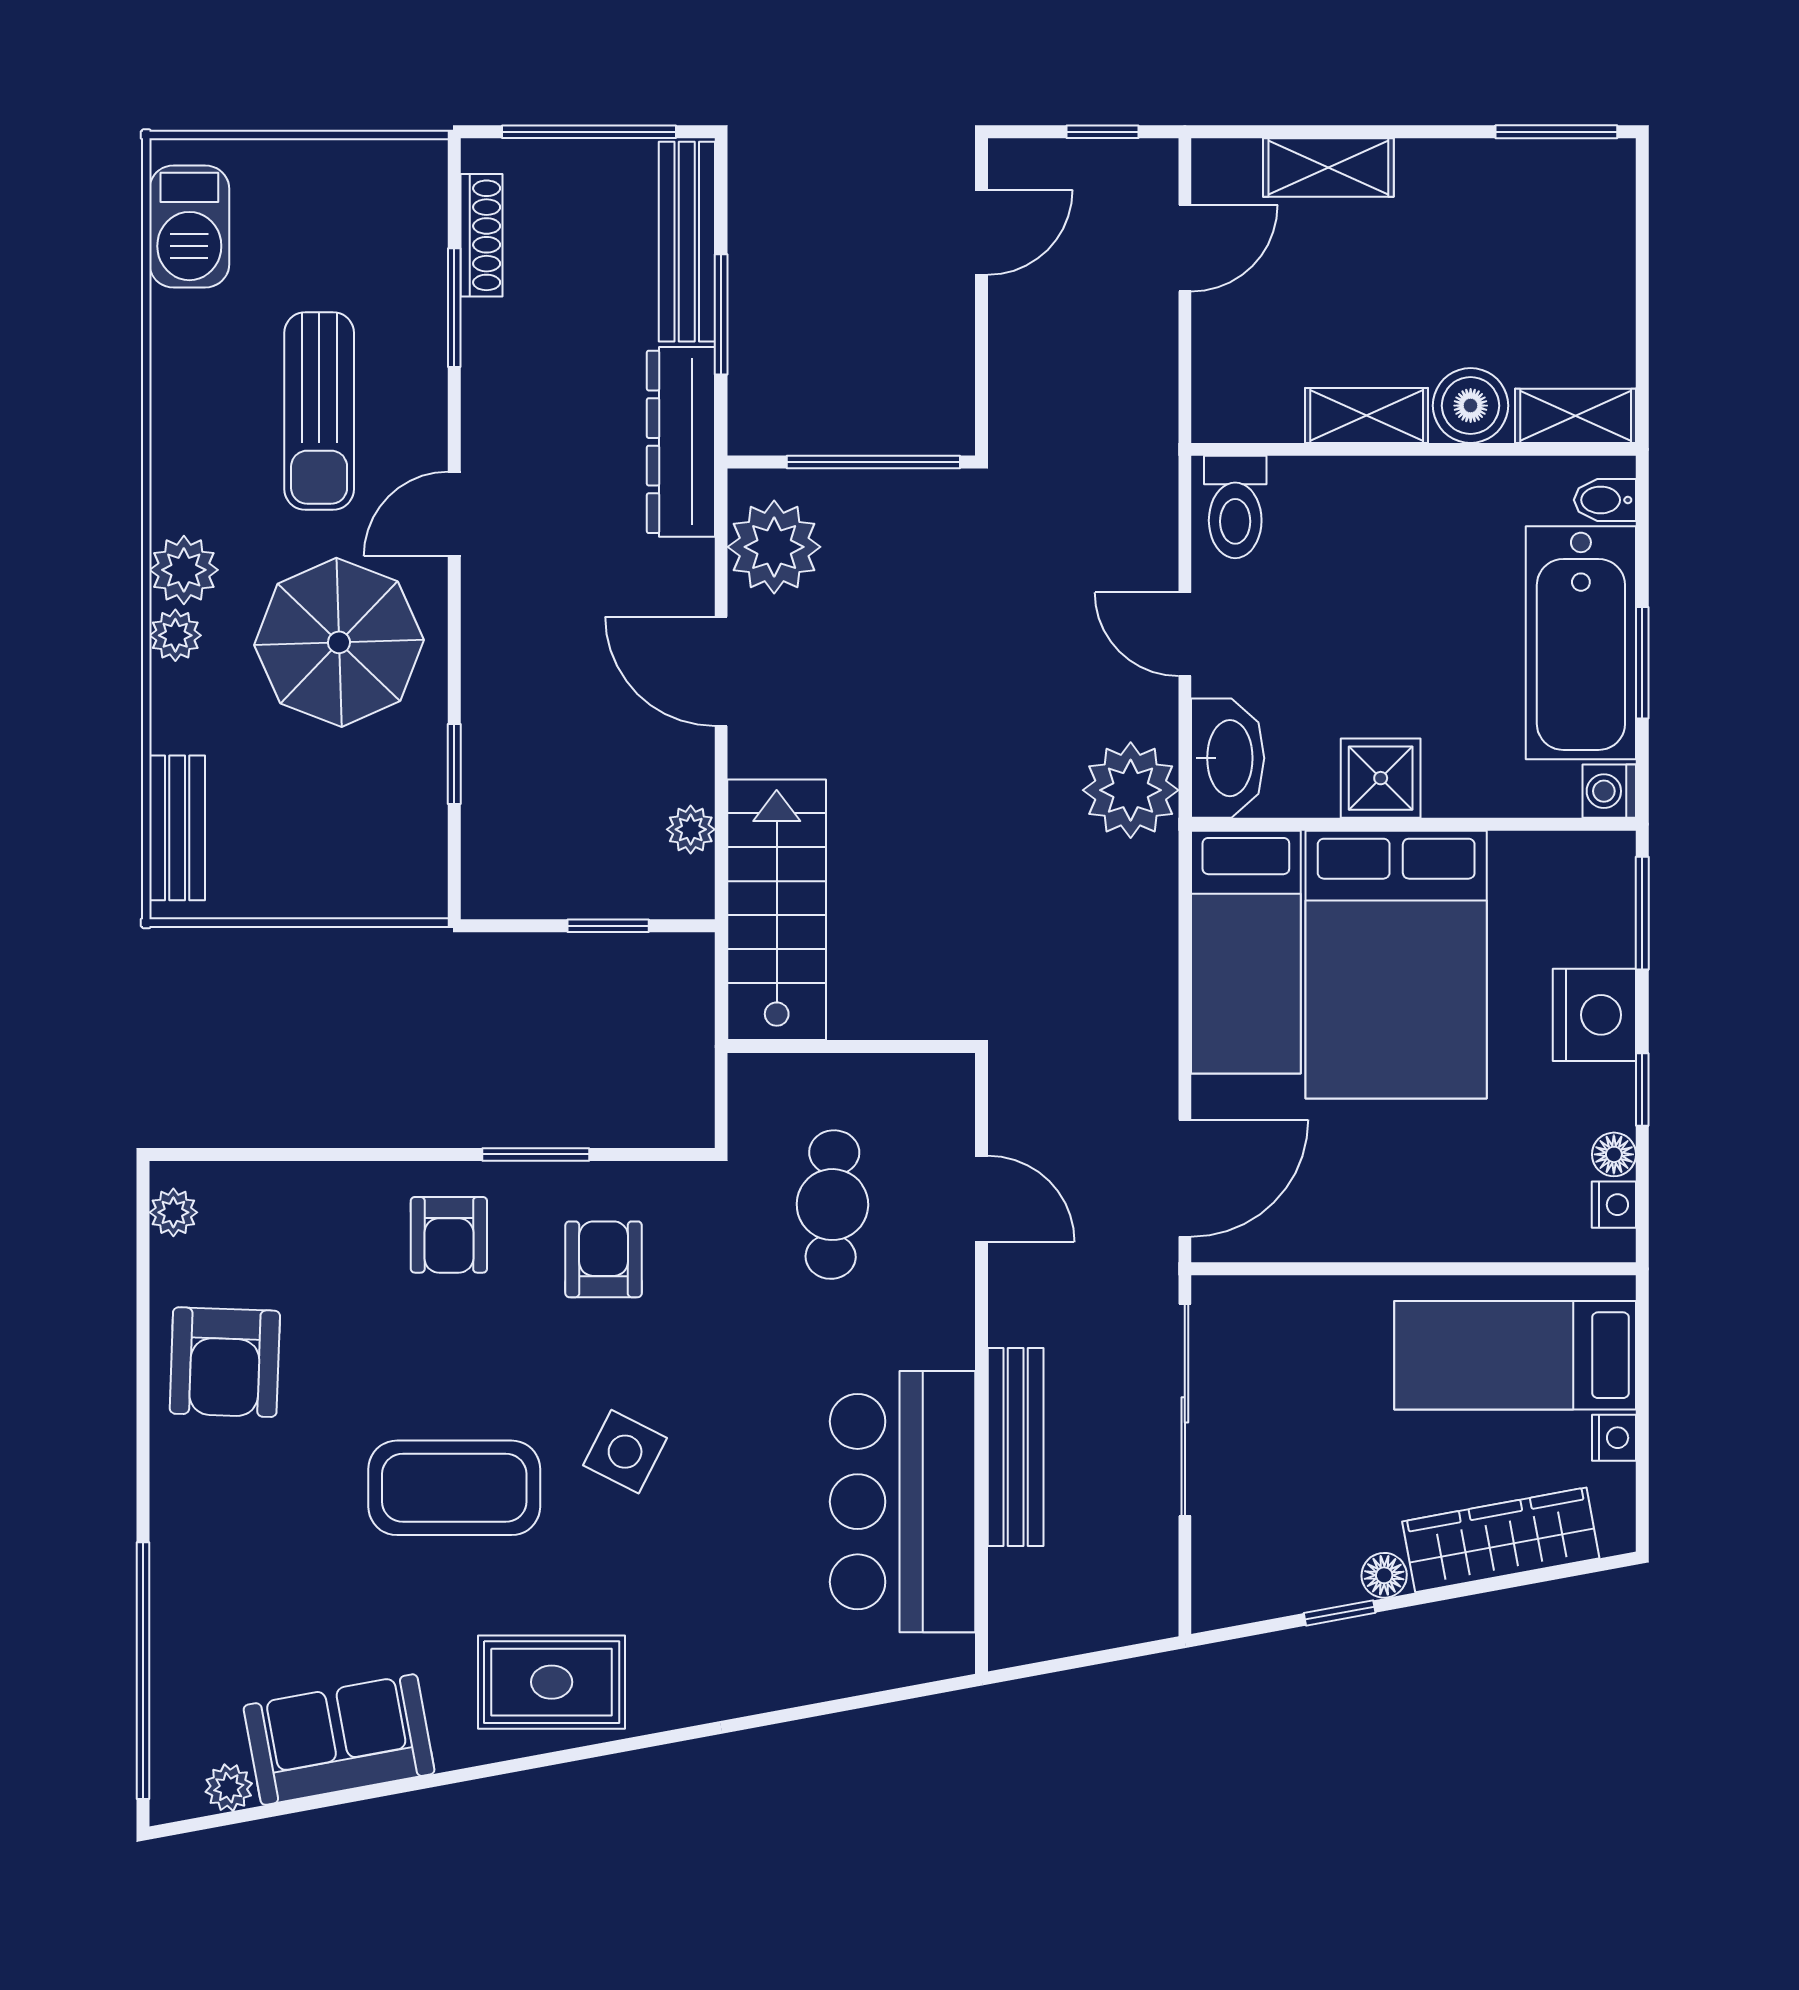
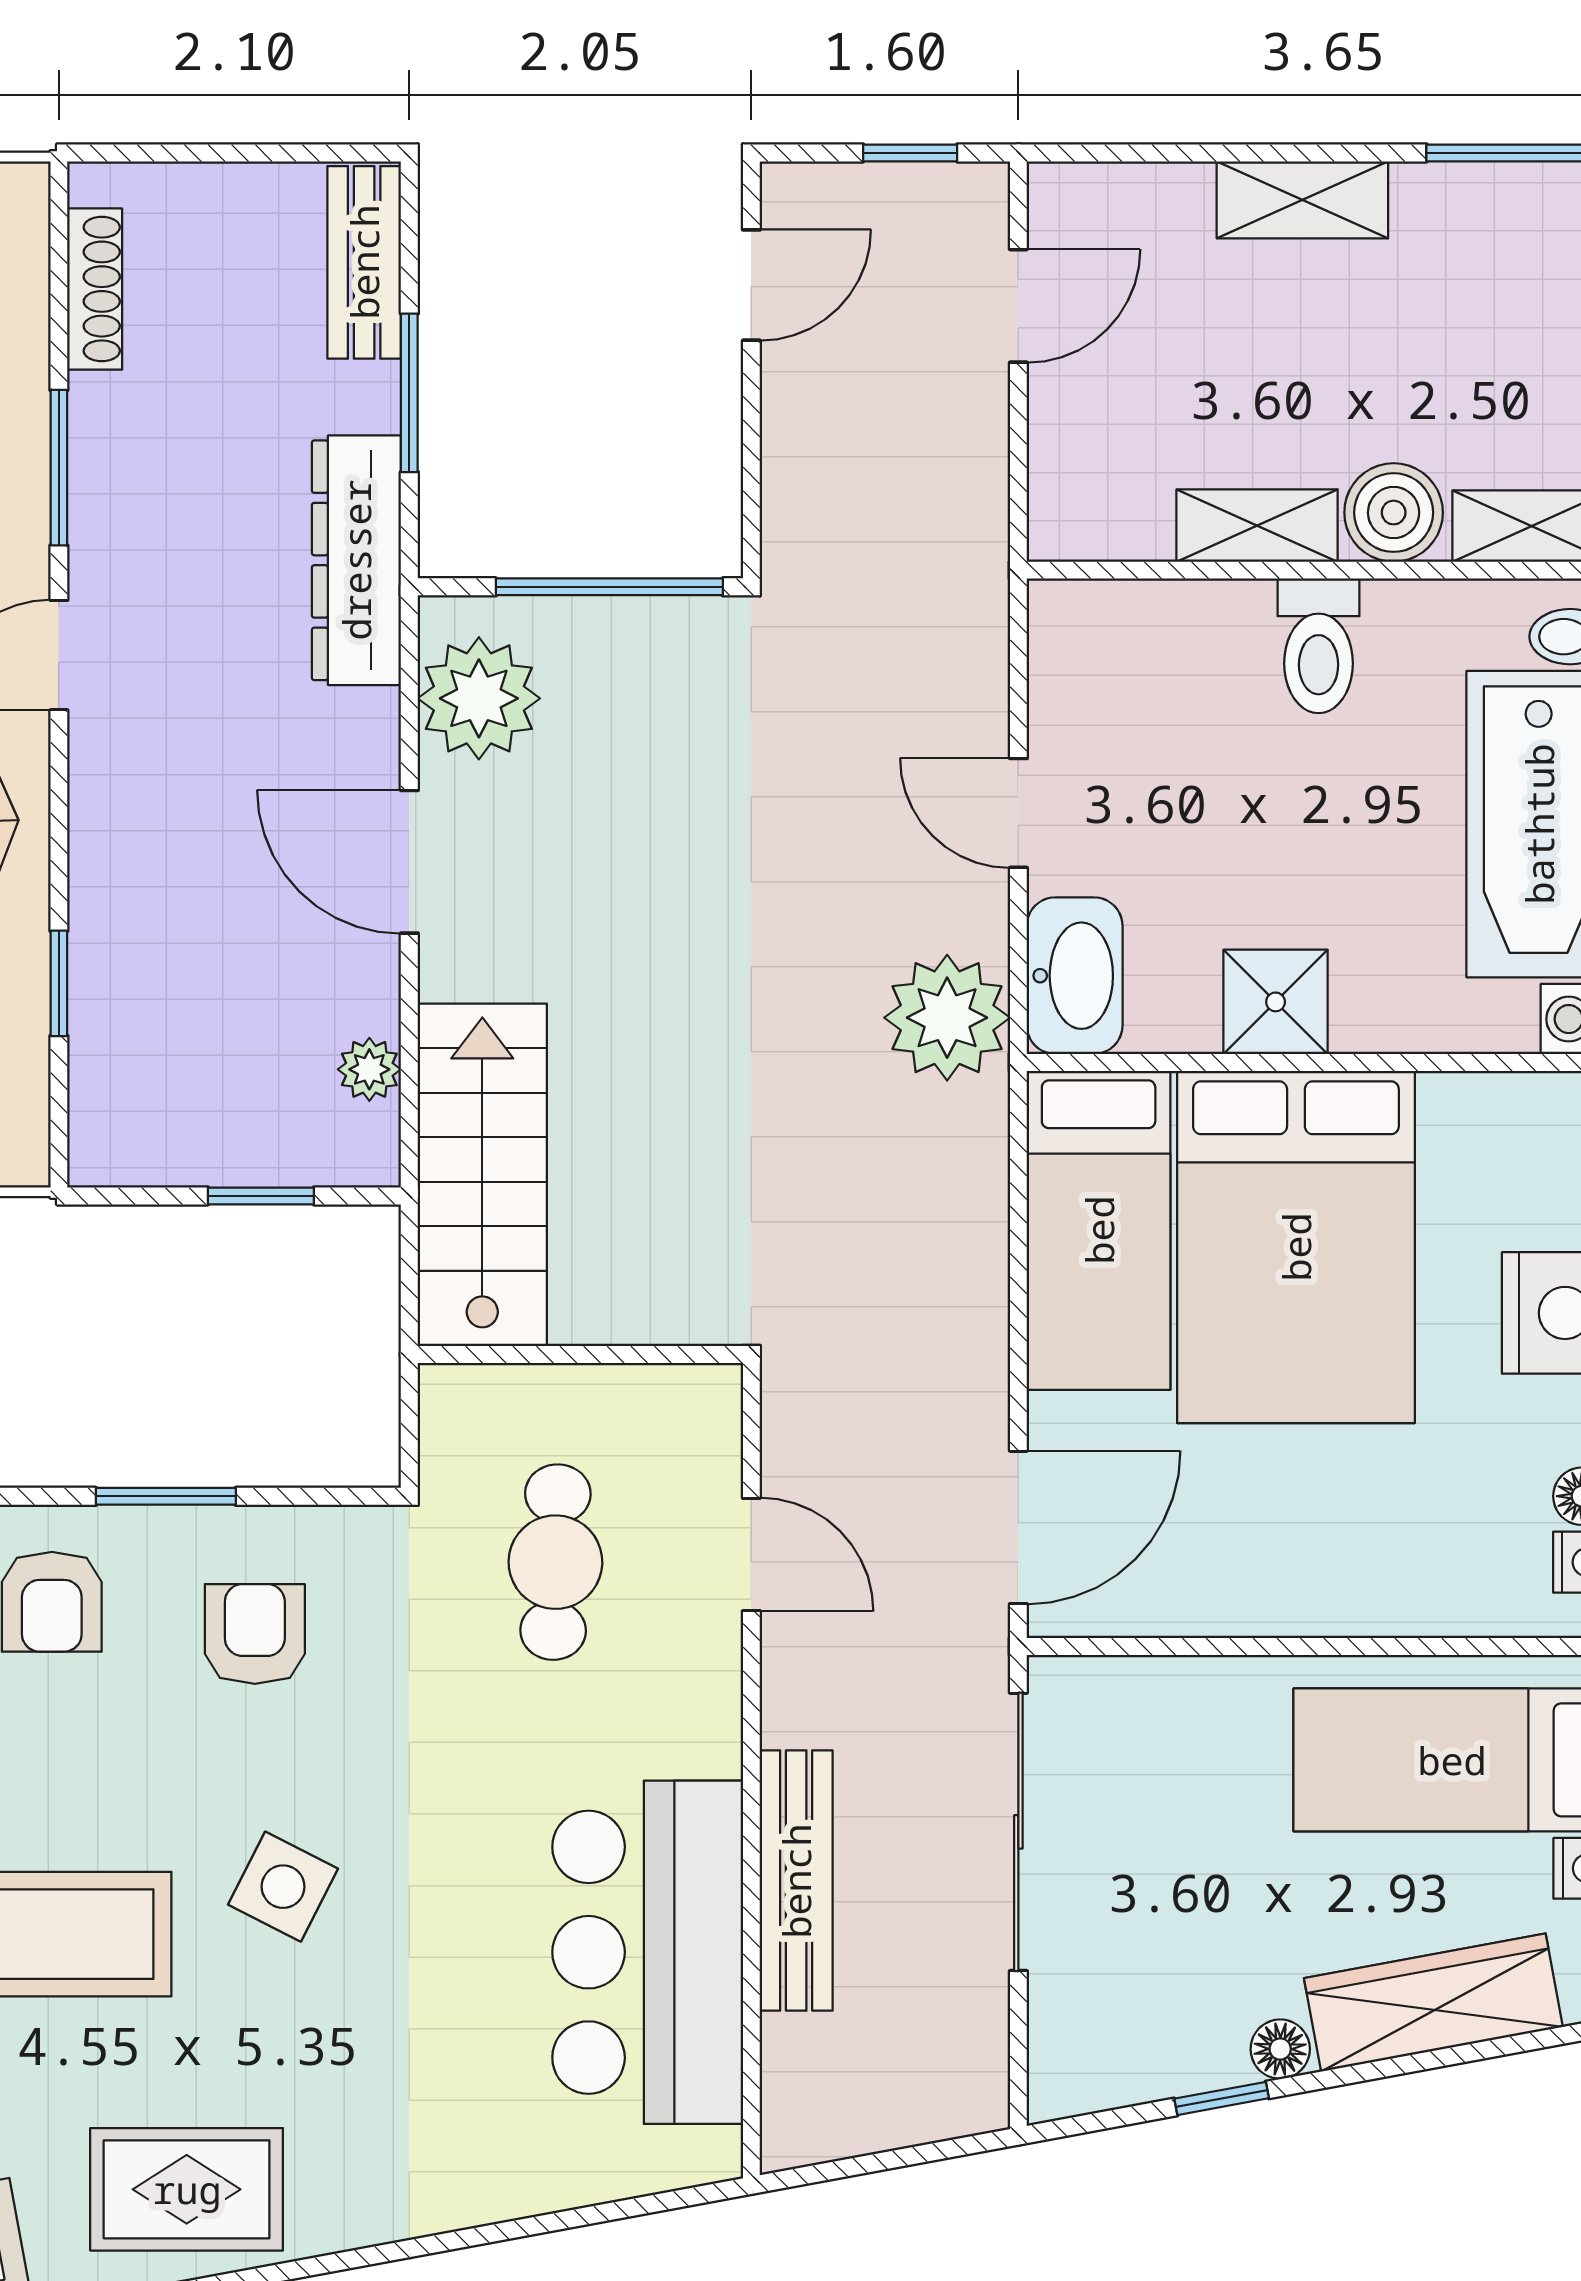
window: (589, 132) -> (236, 153), removed
shelving: (1328, 167) -> (1302, 200), moved
bench: (687, 242) -> (364, 262), width x0.73
window: (454, 308) -> (59, 468), moved
toilet: (1235, 507) -> (1319, 646), moved

